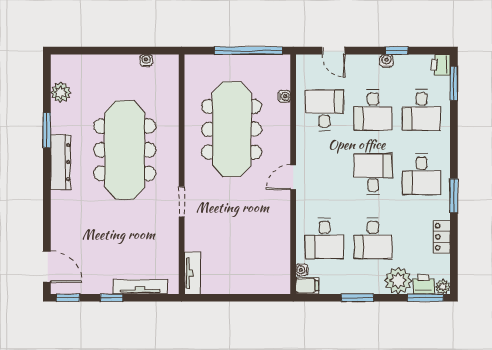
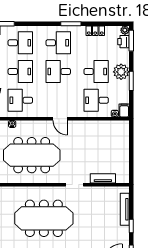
desk: (324, 238) -> (96, 100), turned 180
tv unit: (192, 273) -> (103, 178), moved
plant: (398, 281) -> (121, 72), moved

